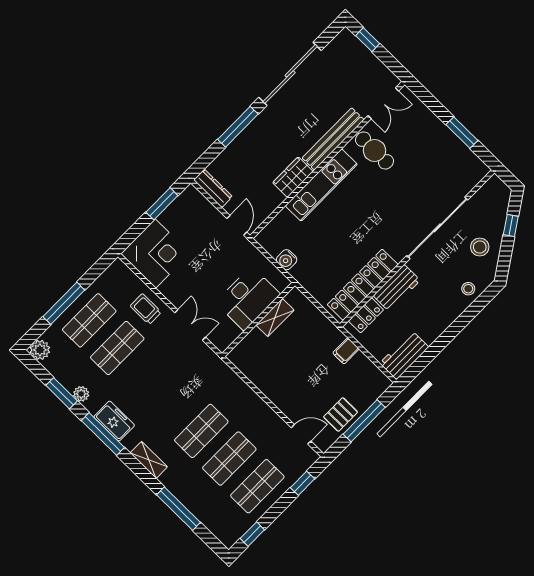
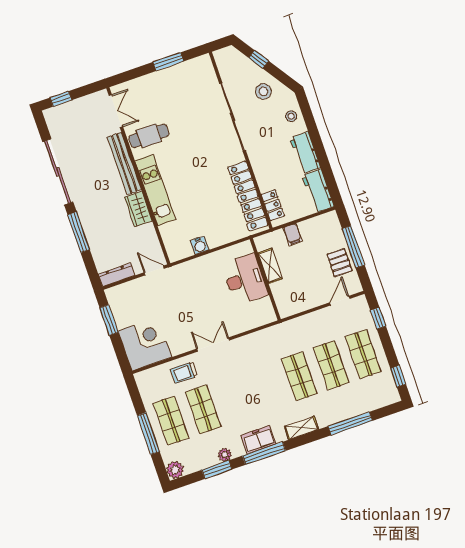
workbench: (397, 288) -> (305, 153), moved, turned 180
desk: (248, 298) -> (245, 279), moved
shelving: (275, 318) -> (270, 266), moved
wall: (258, 320) -> (265, 279), moved

